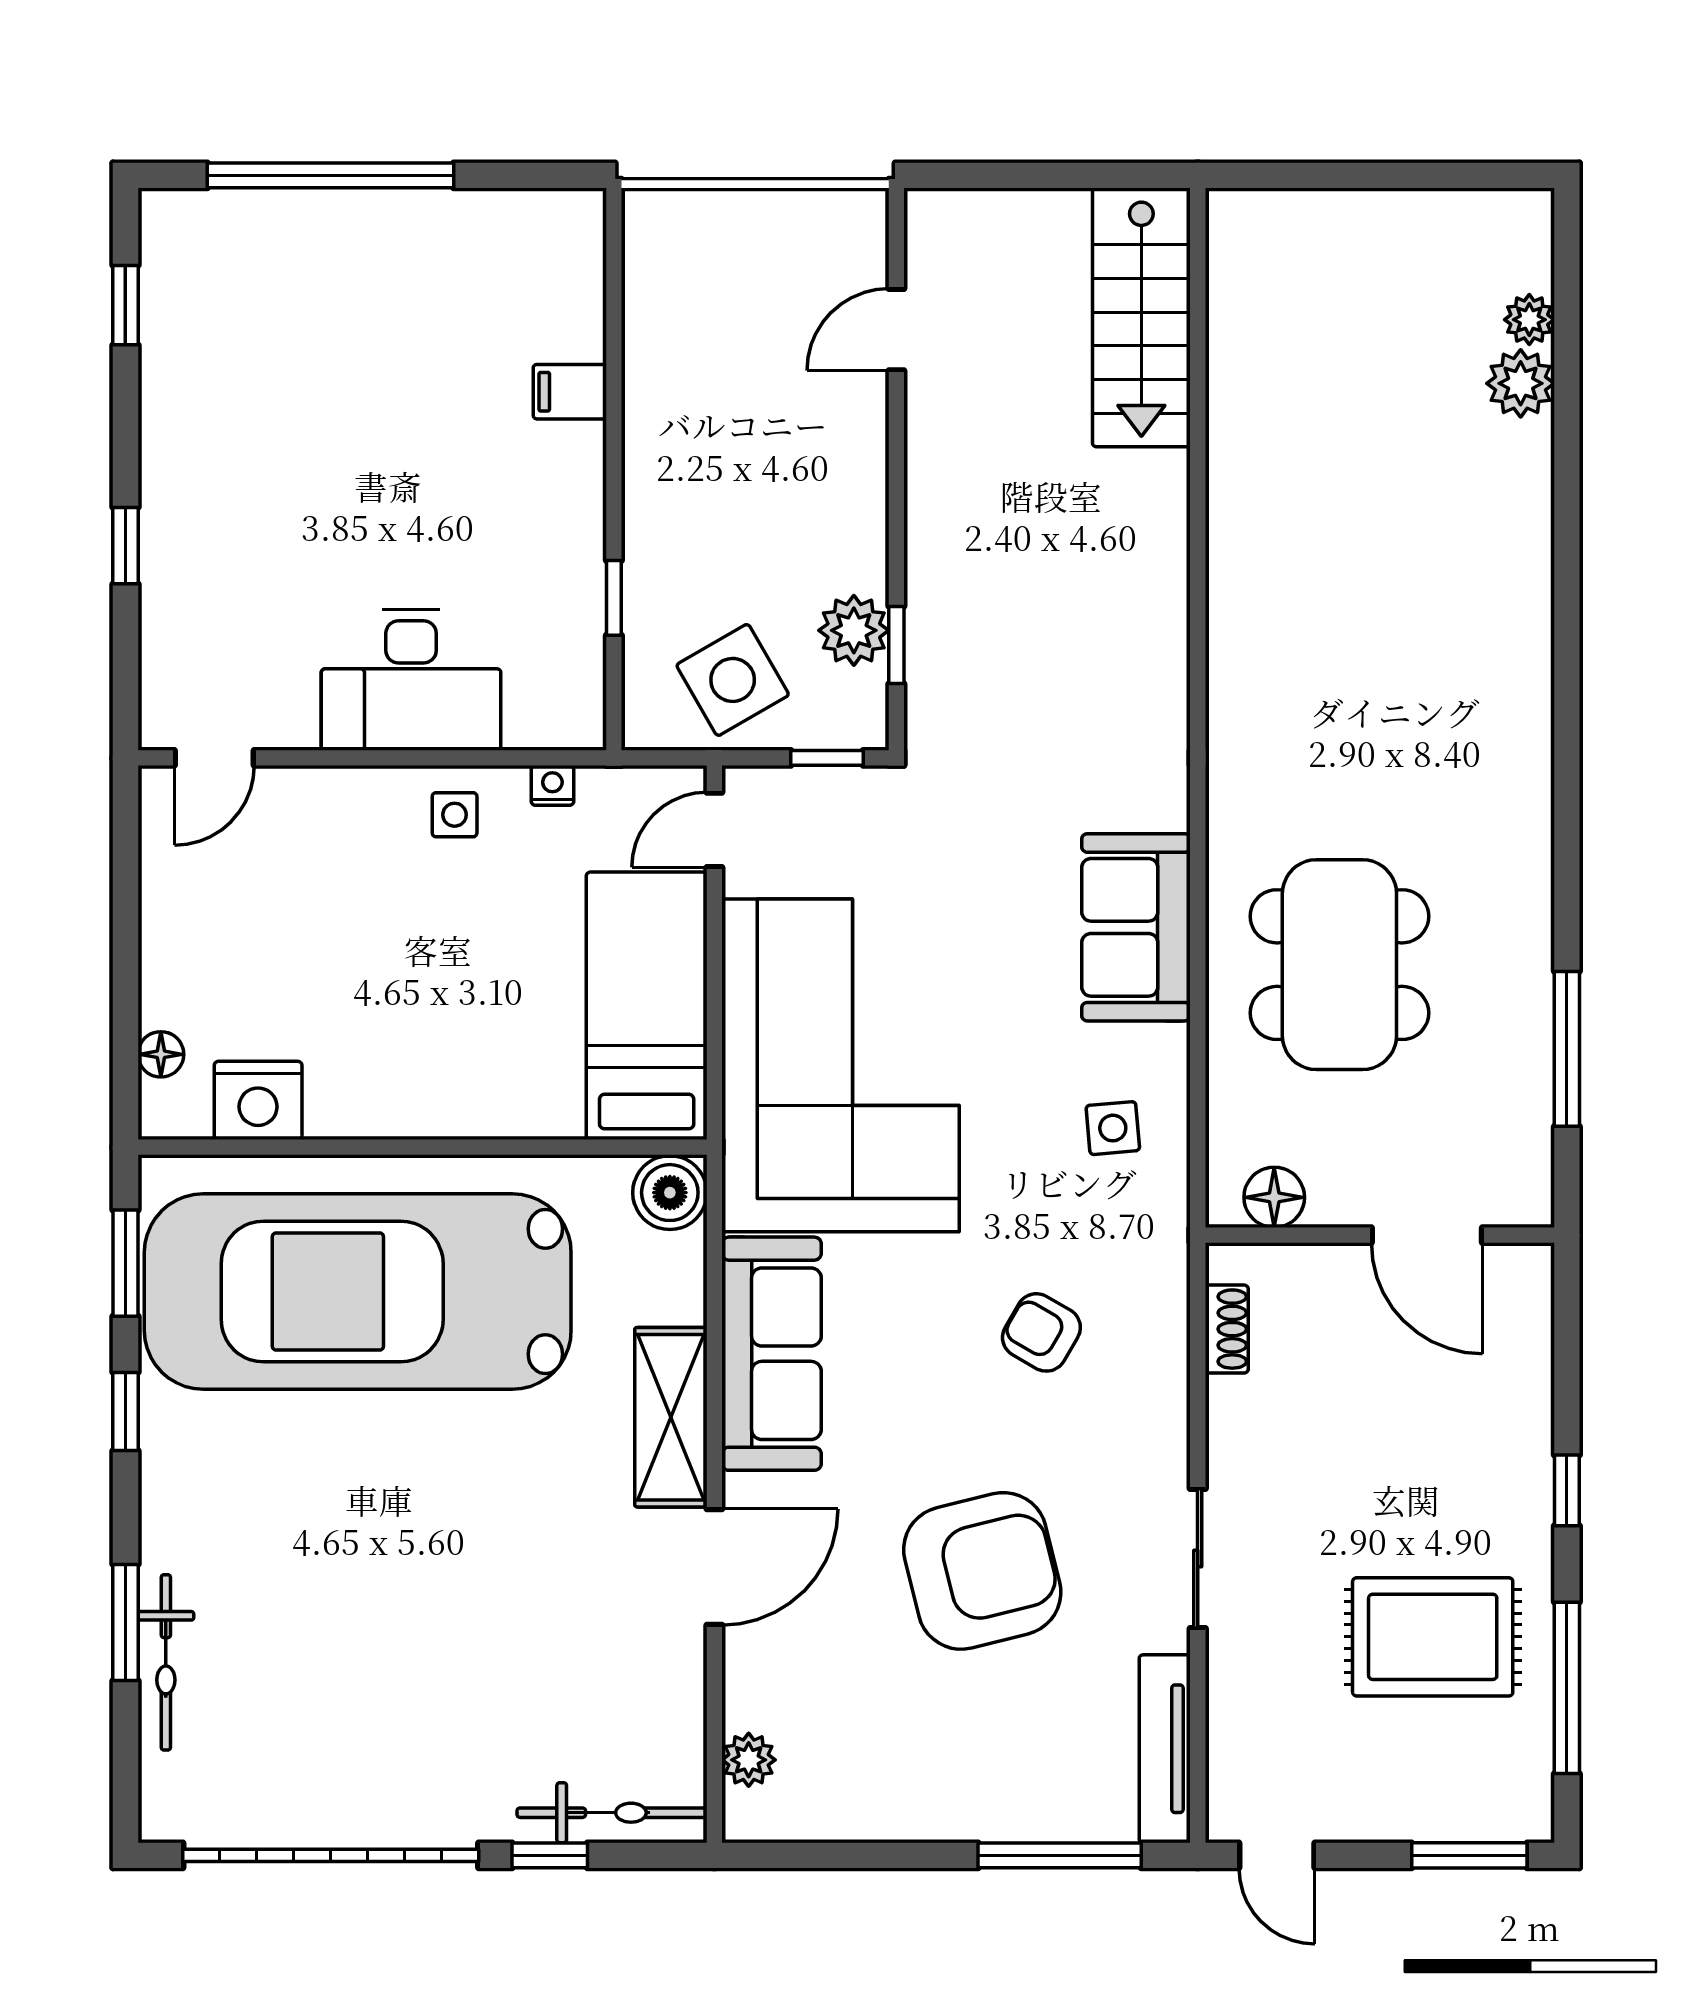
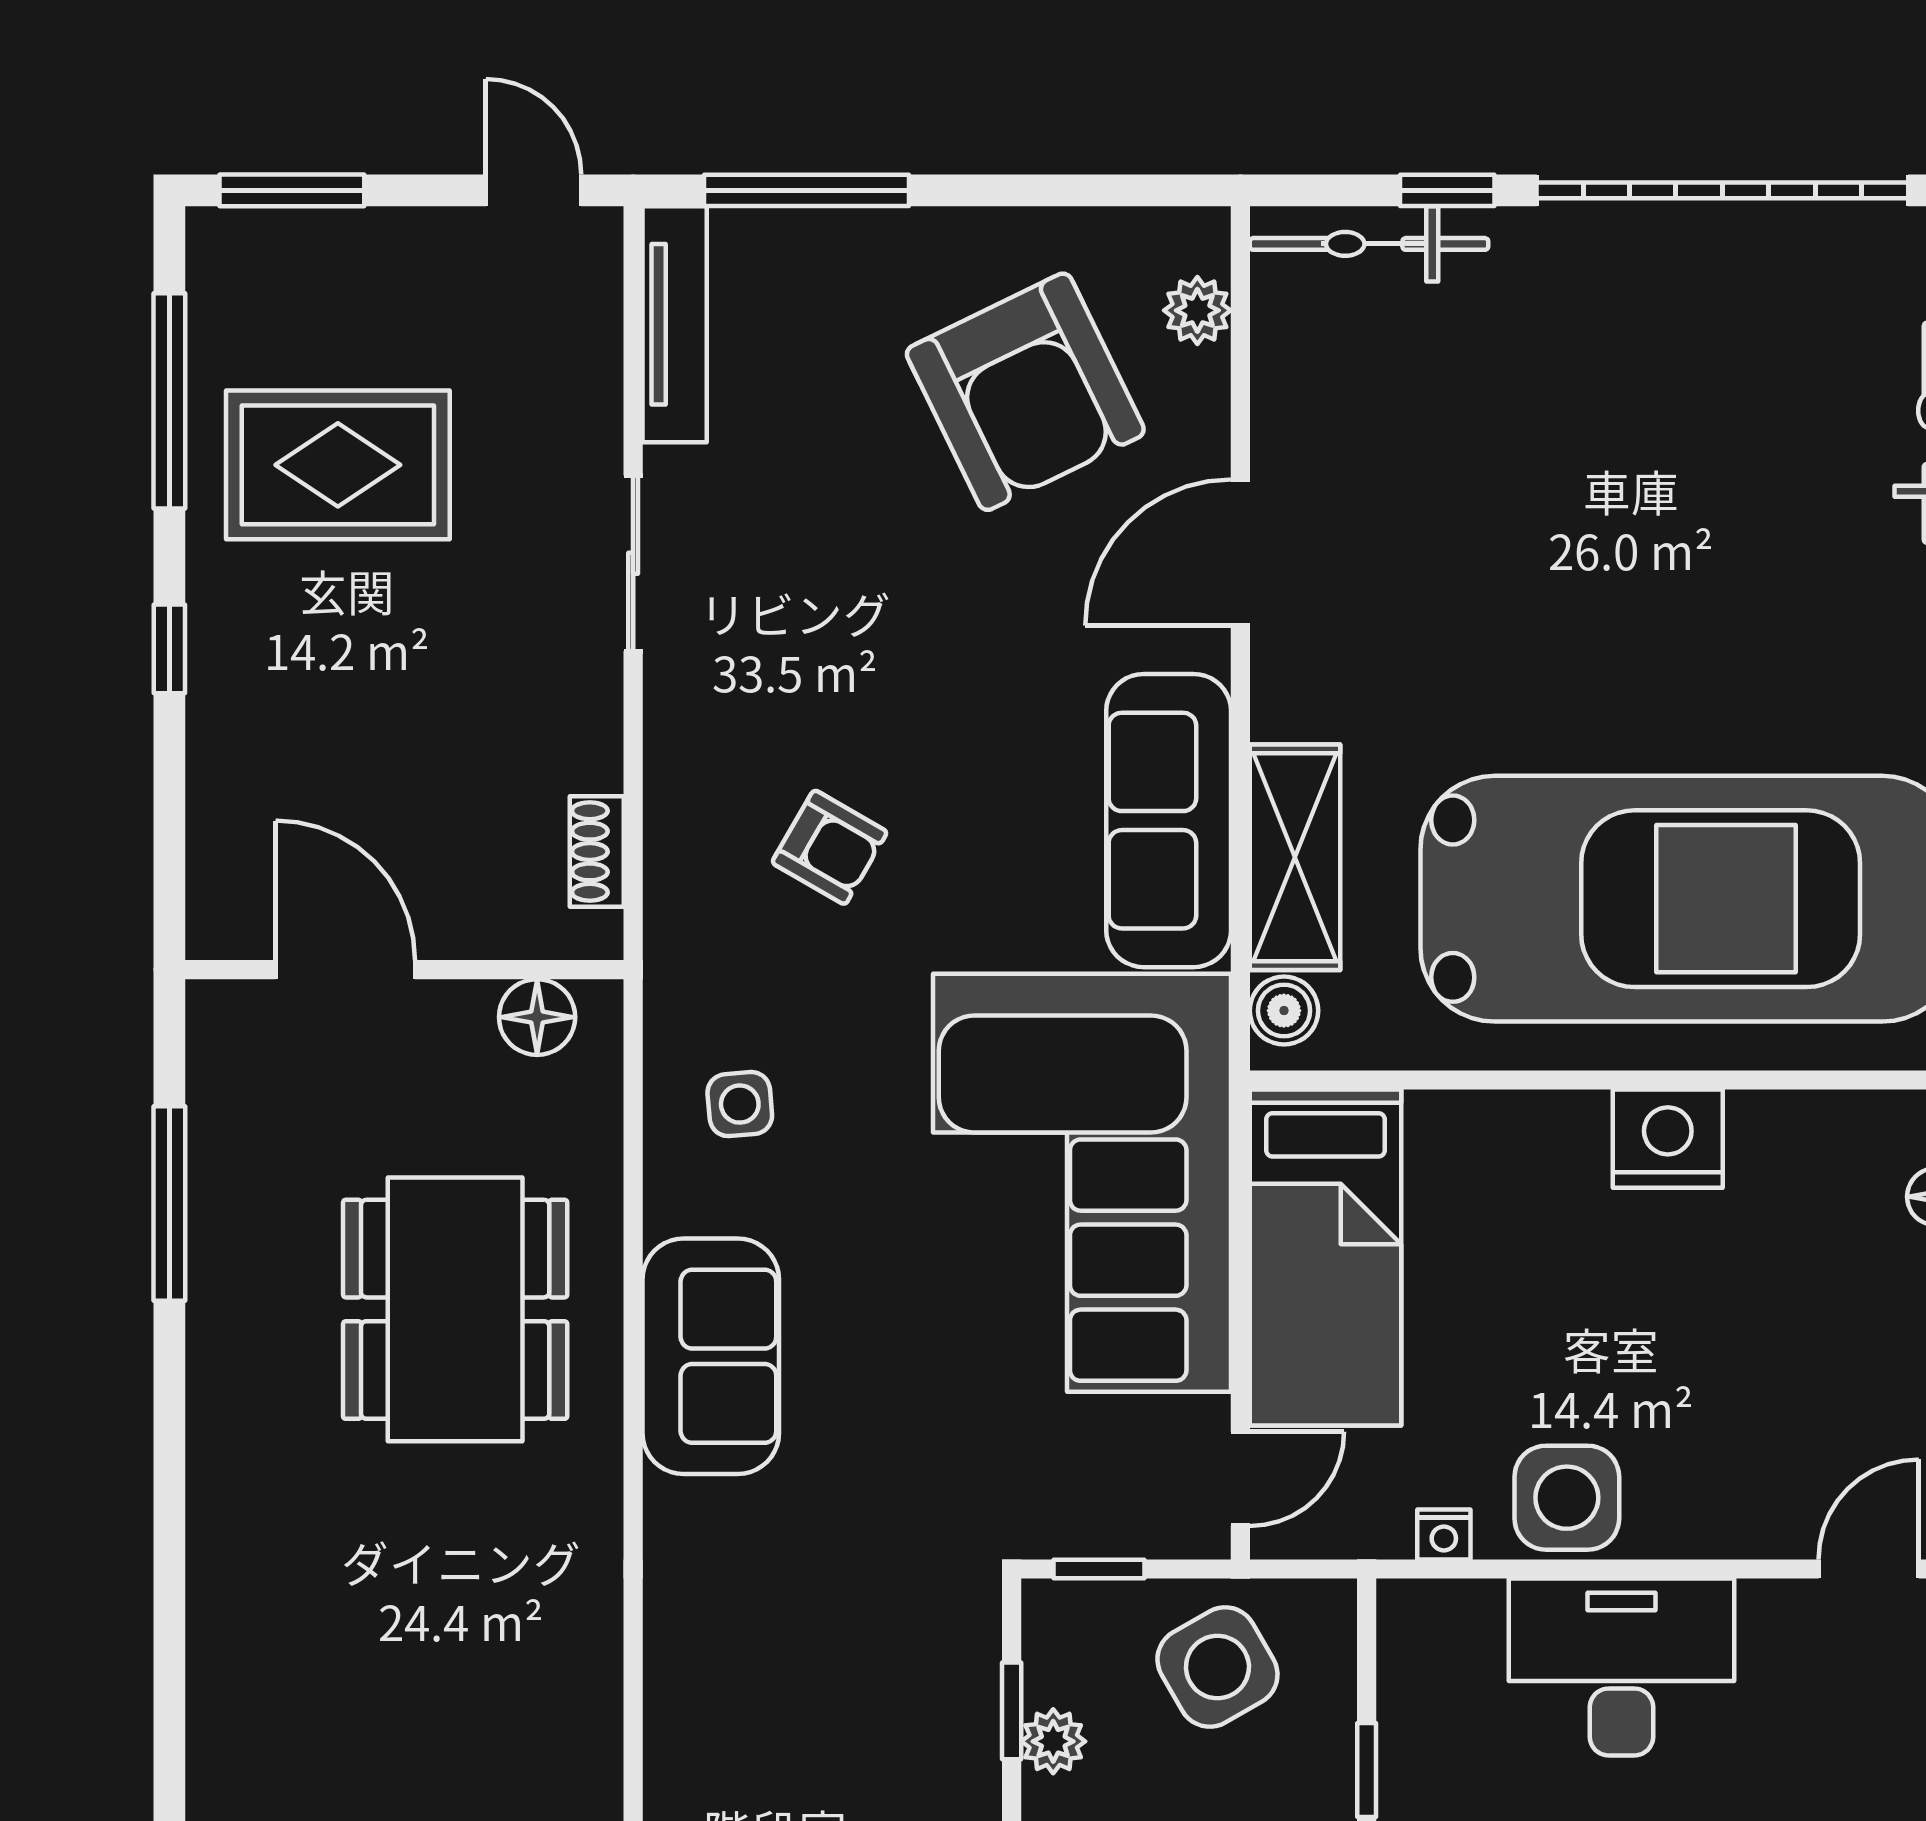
plant: (854, 630) -> (1053, 1741), width x0.73, depth x0.73
side table: (455, 815) -> (1567, 1498), width x1.87, depth x1.87
nightstand: (258, 1100) -> (1668, 1139), moved
boiler: (670, 1193) -> (1284, 1011), width x0.73, depth x0.73
shelving: (671, 1417) -> (1295, 857), moved
armchair: (982, 1571) -> (1025, 392), moved, turned -102

